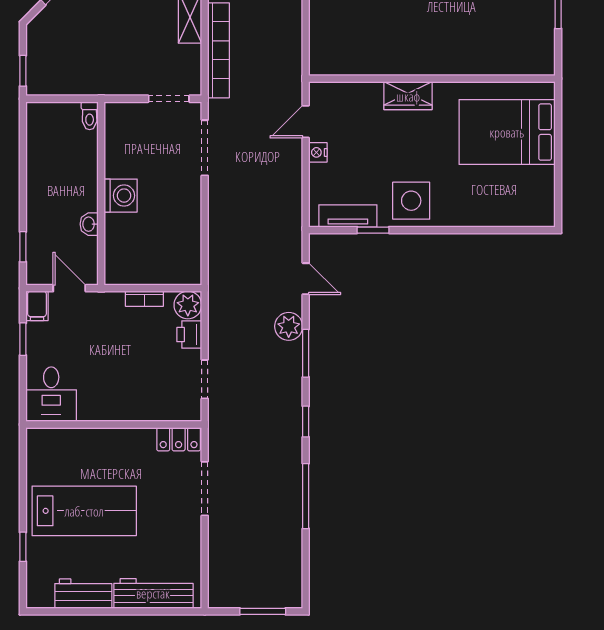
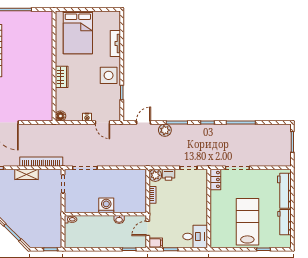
floor lamp: (320, 93) -> (60, 116), added
door: (306, 122) -> (102, 123), moved
tv unit: (348, 216) -> (115, 43), moved

